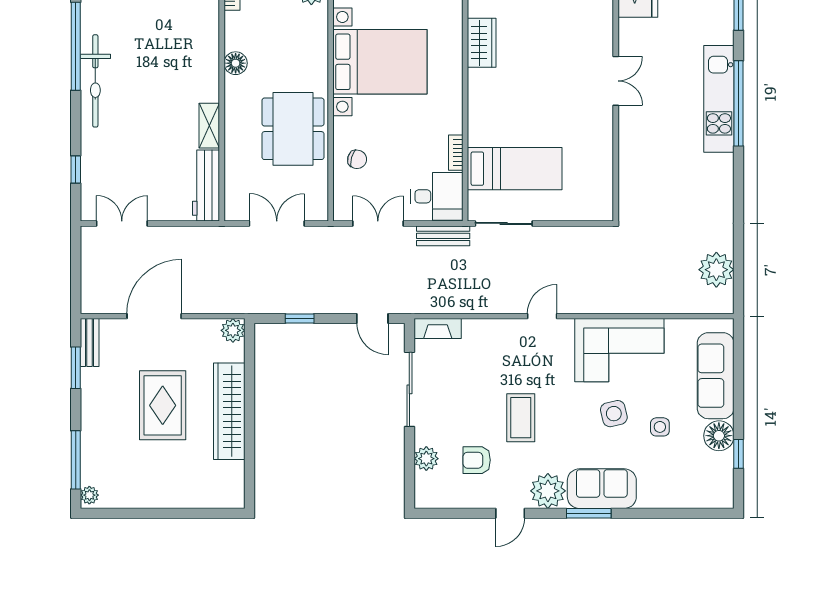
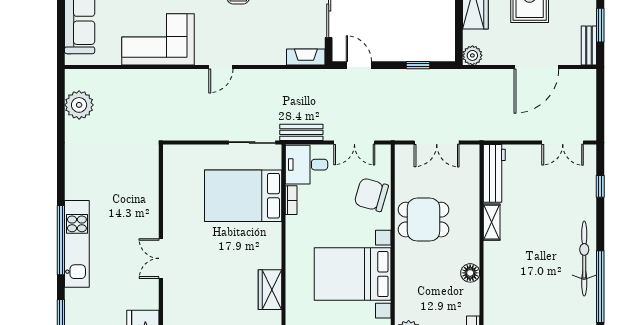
dining table: (293, 129) -> (423, 220), width x0.73
chair: (357, 159) -> (371, 195), width x1.87, depth x1.87
bed: (515, 169) -> (243, 196), width x1.50

